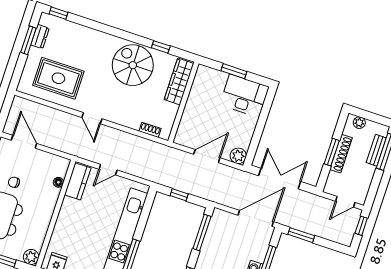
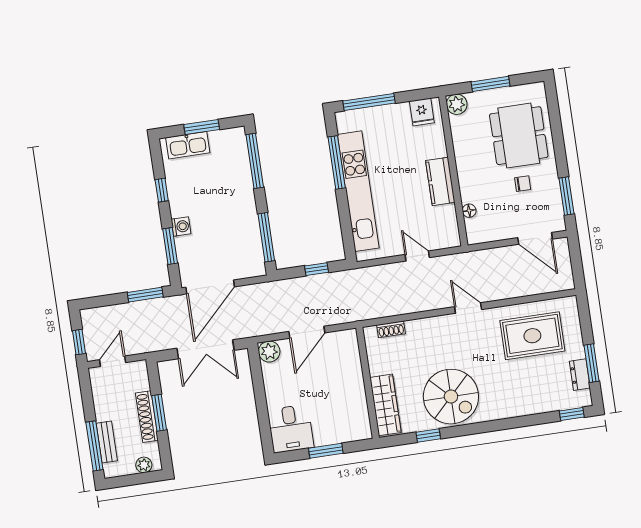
desk: (244, 96) -> (291, 429), width x0.73
door: (108, 170) -> (417, 256), hinge flipped
kitchen counter: (78, 181) -> (440, 181), moved

